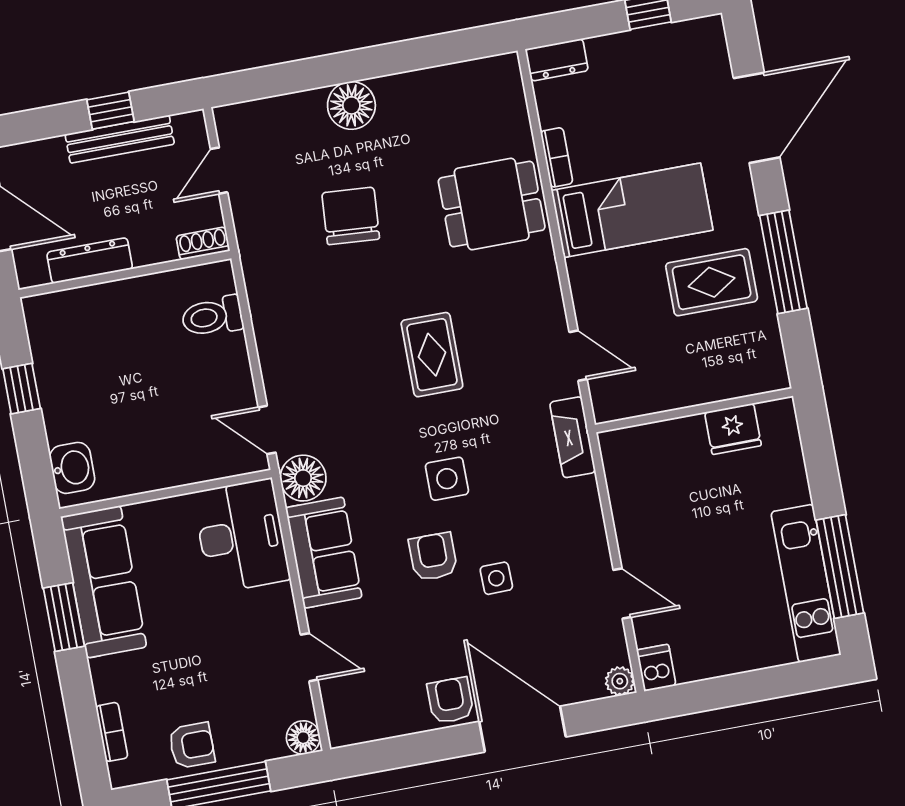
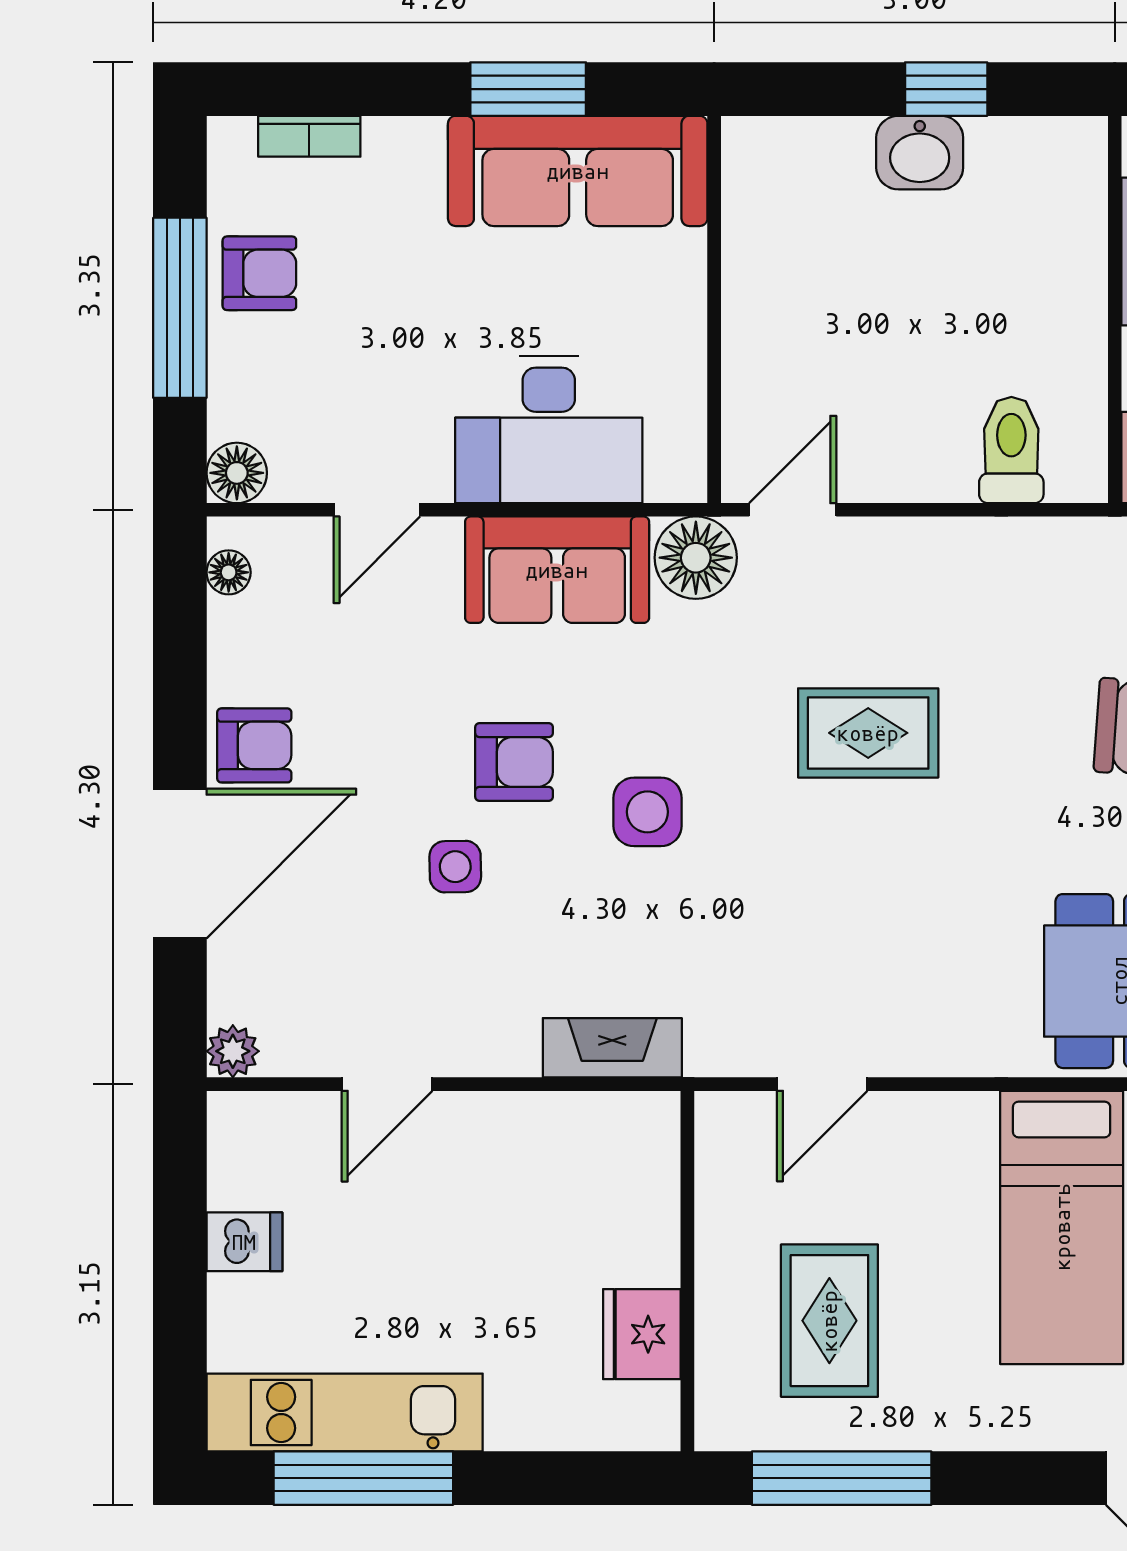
window: (783, 262) -> (842, 1478), moved
rug: (712, 282) -> (829, 1321), moved
rug: (432, 355) -> (868, 733), moved
fireplace: (573, 437) -> (612, 1048), moved
washbasin: (72, 468) -> (920, 153), moved
desk: (241, 536) -> (549, 429), moved
dishwasher: (656, 668) -> (244, 1242), moved
floor lamp: (358, 732) -> (229, 572), added
armchair: (192, 745) -> (259, 273), turned -90

